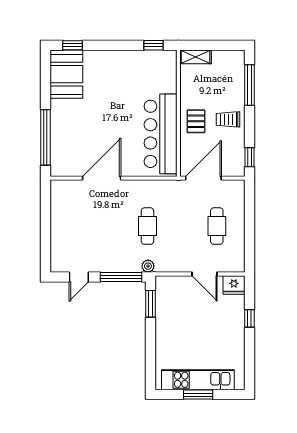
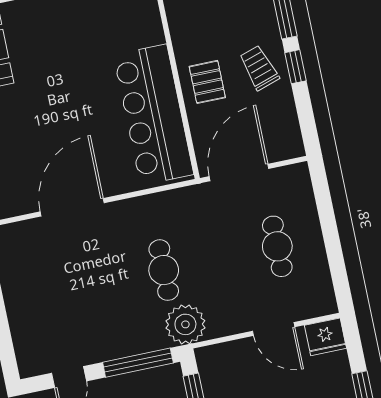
trolley: (228, 119) -> (259, 68), turned 72
window: (249, 157) -> (296, 67), moved
plant: (148, 266) -> (185, 324), width x1.87, depth x1.87

